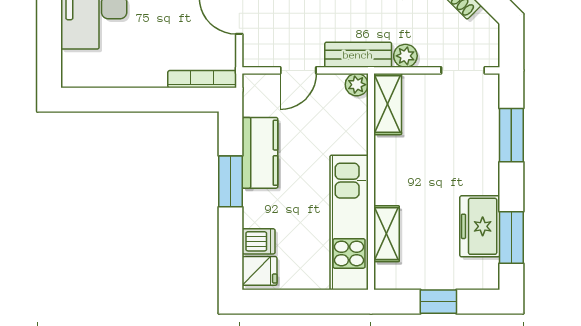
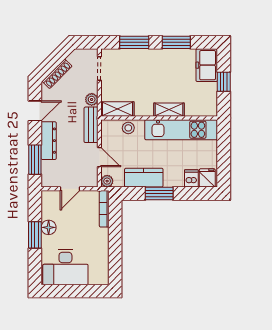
plant: (357, 85) -> (107, 181), moved
stool: (352, 124) -> (128, 128), added
freezer: (480, 226) -> (207, 65), moved, turned 90
shelving: (386, 234) -> (169, 110), moved
window: (511, 238) -> (176, 42), moved

